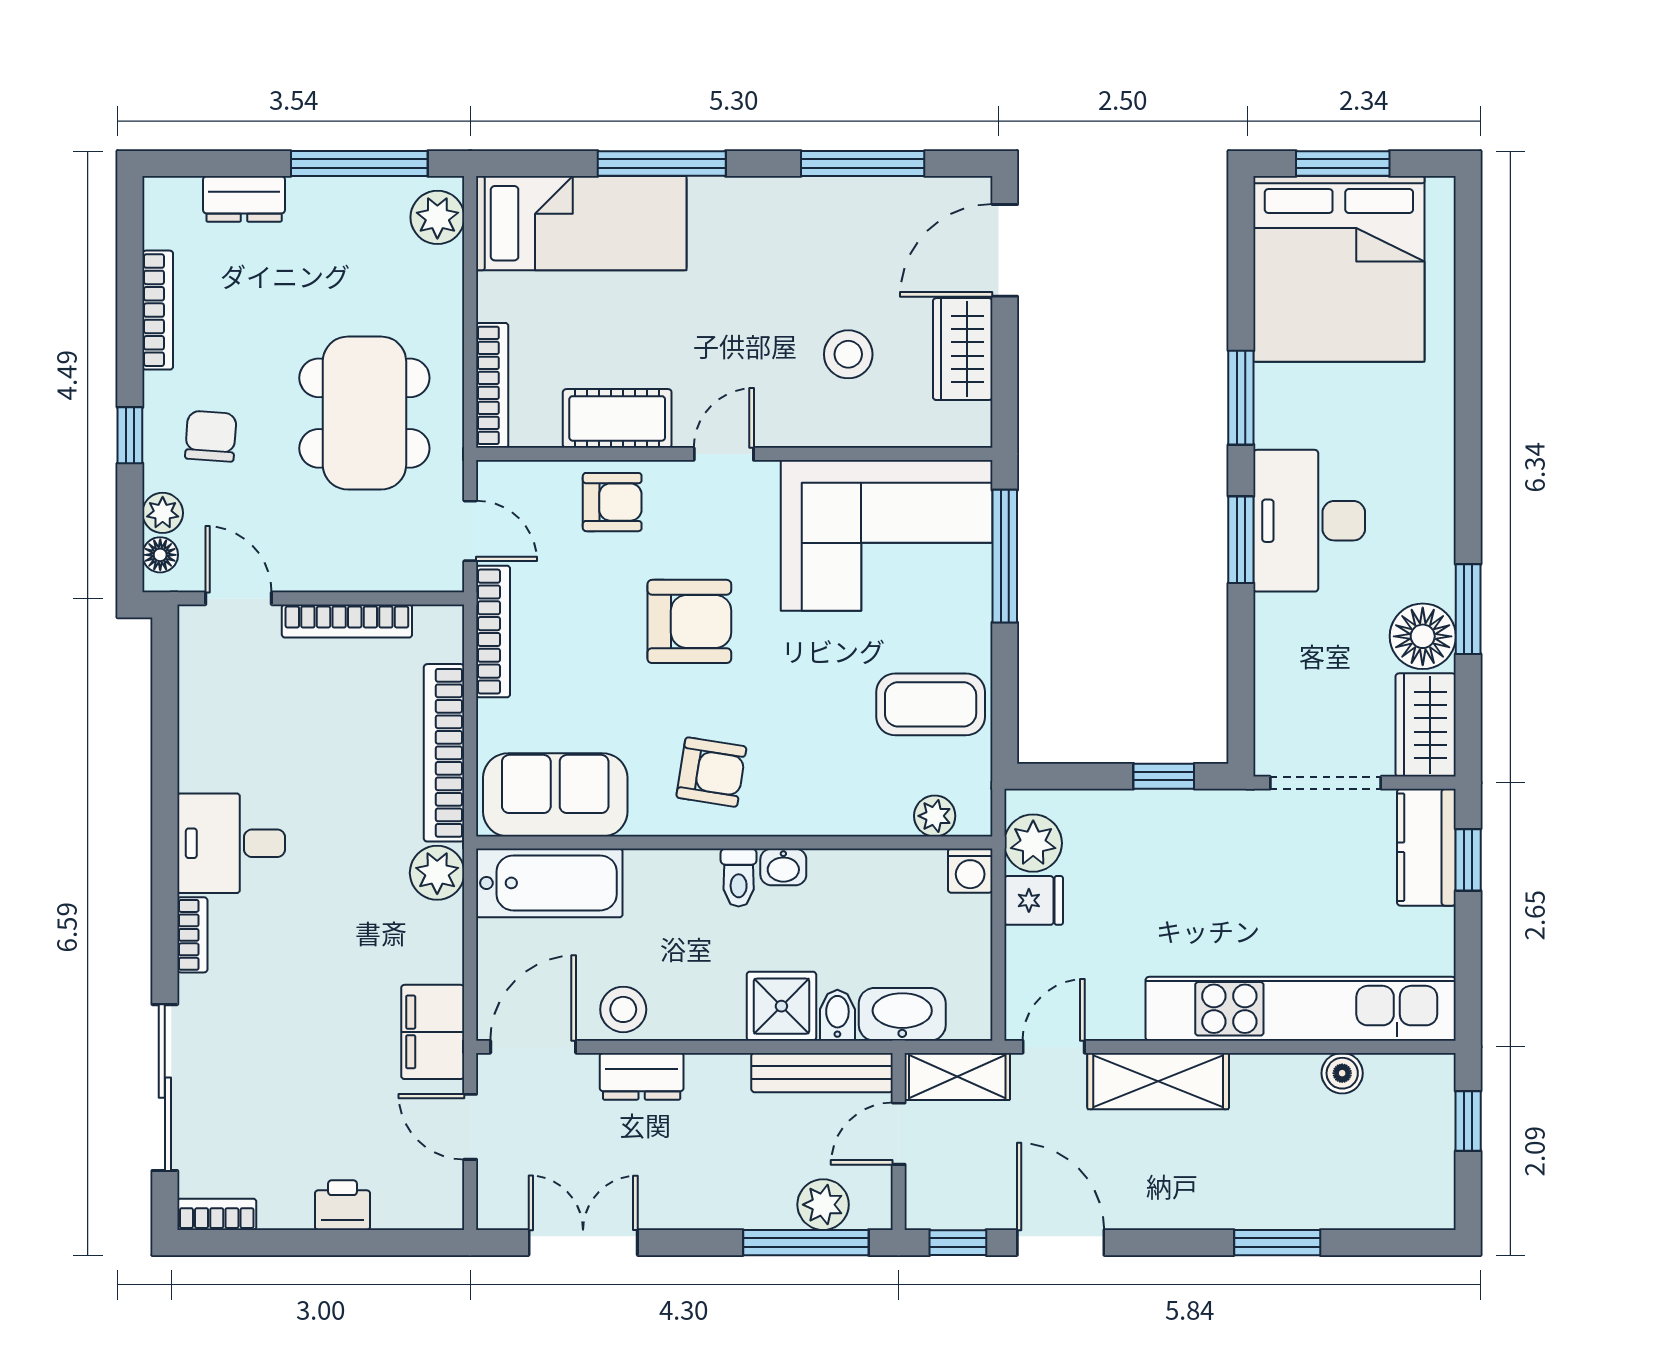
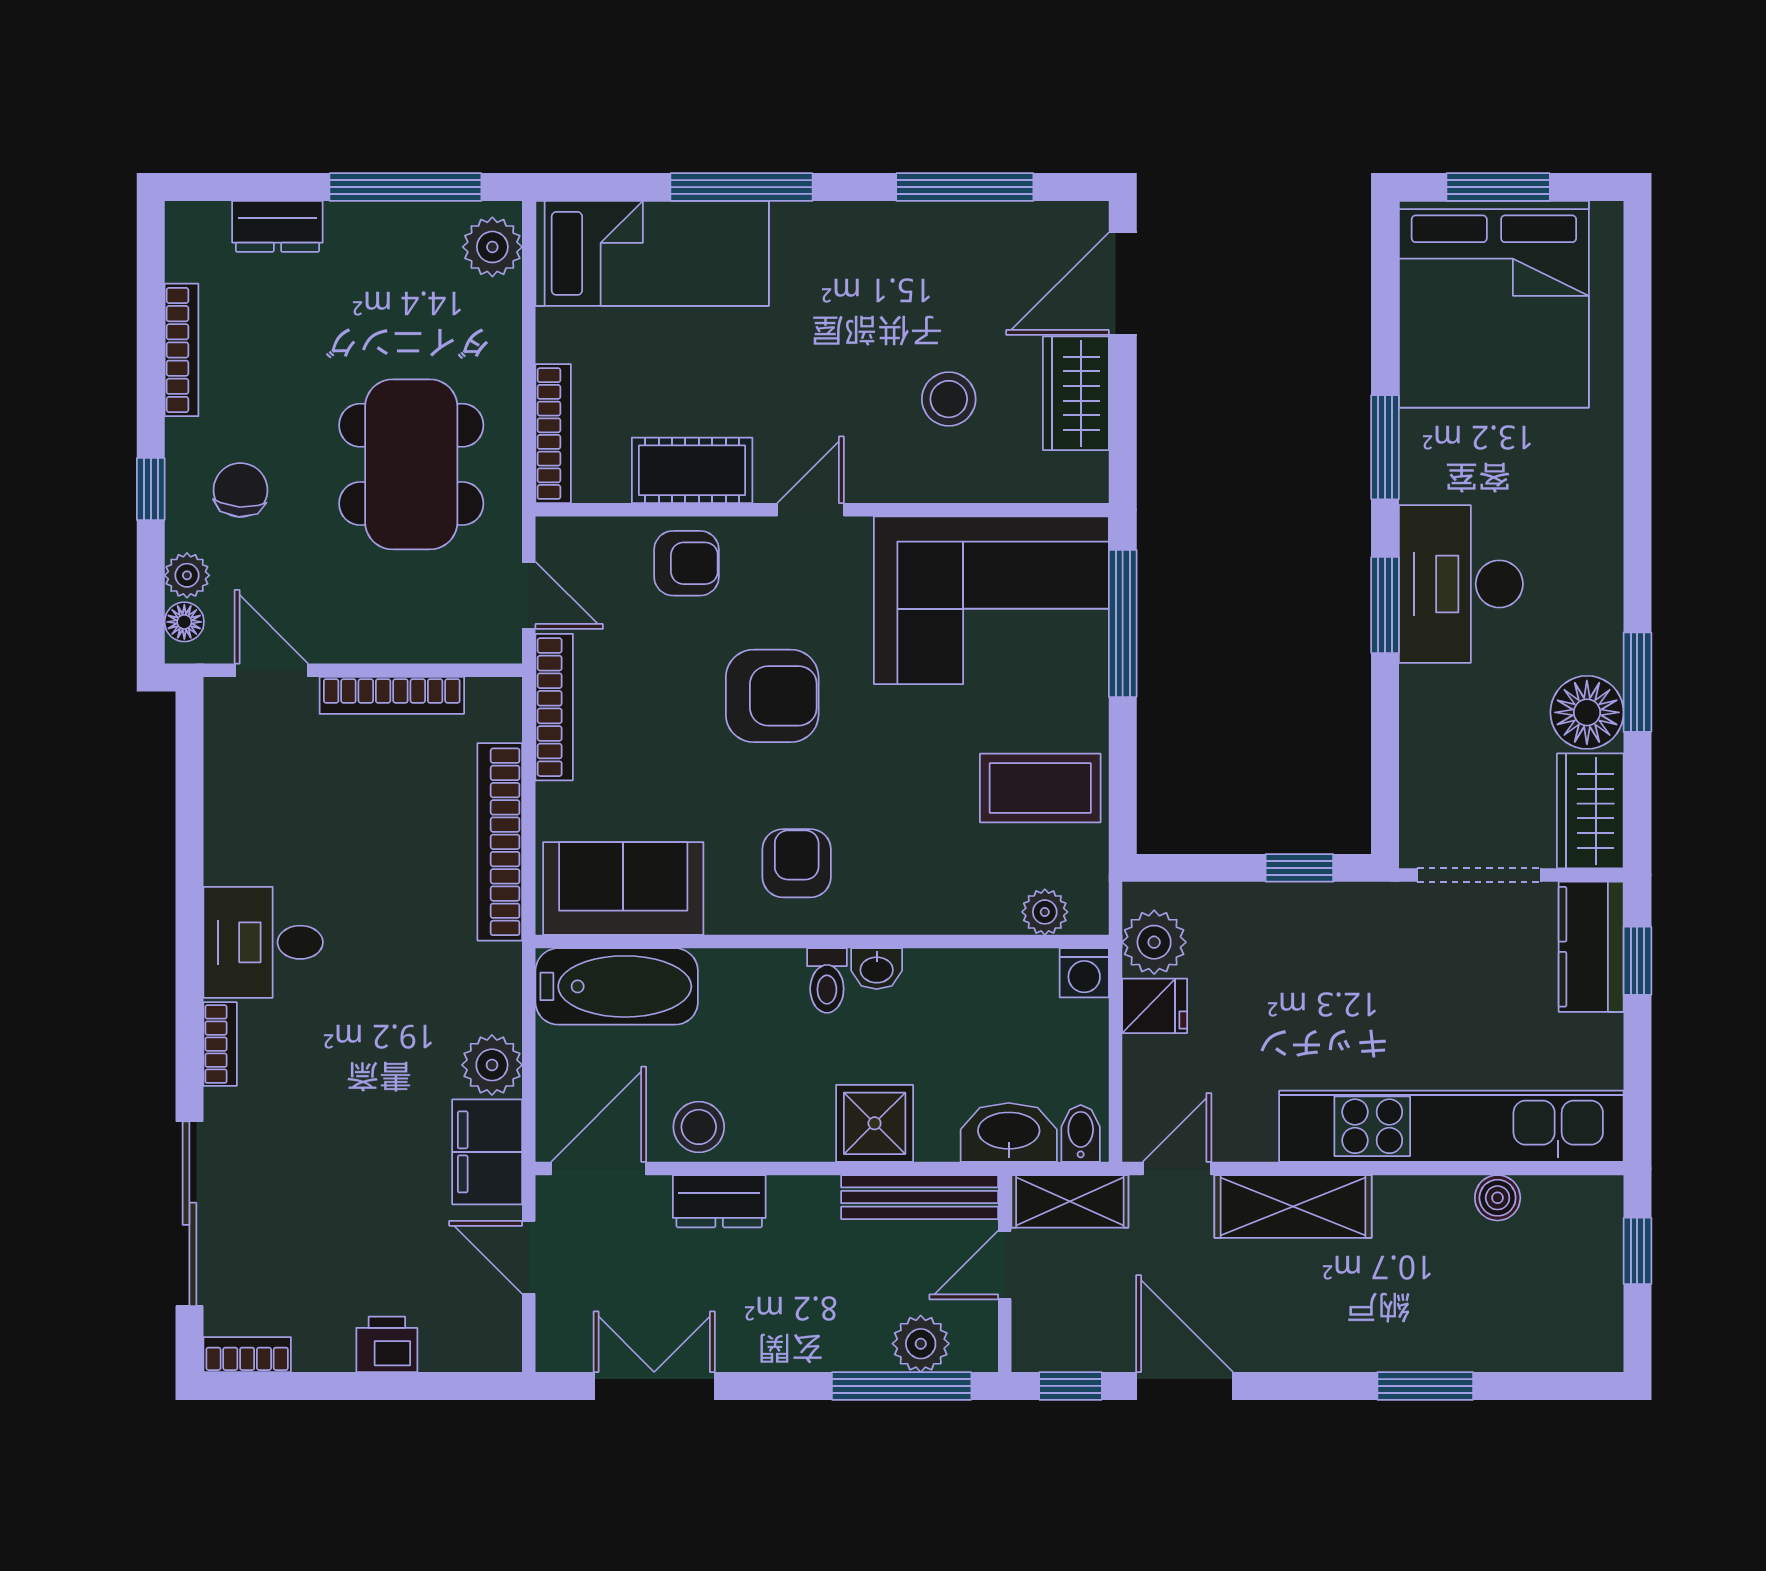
armchair: (711, 772) -> (797, 863), turned -99
plant: (437, 873) -> (492, 1065), moved
bidet: (837, 1015) -> (1081, 1133), moved

